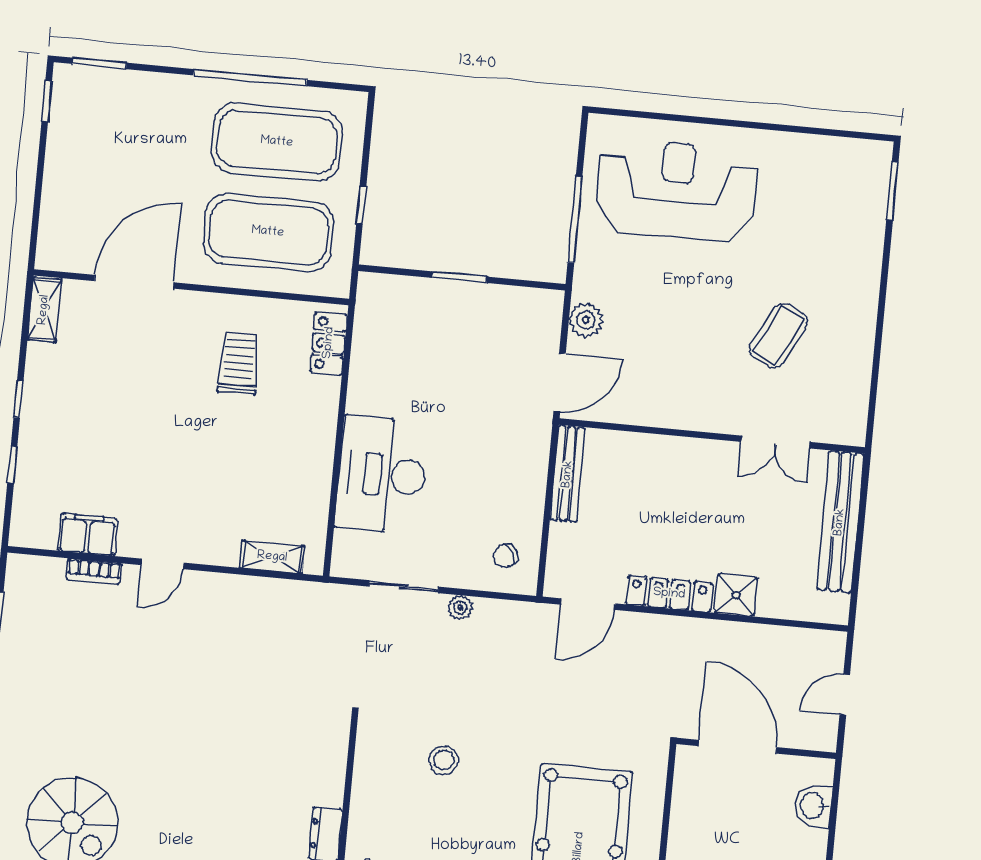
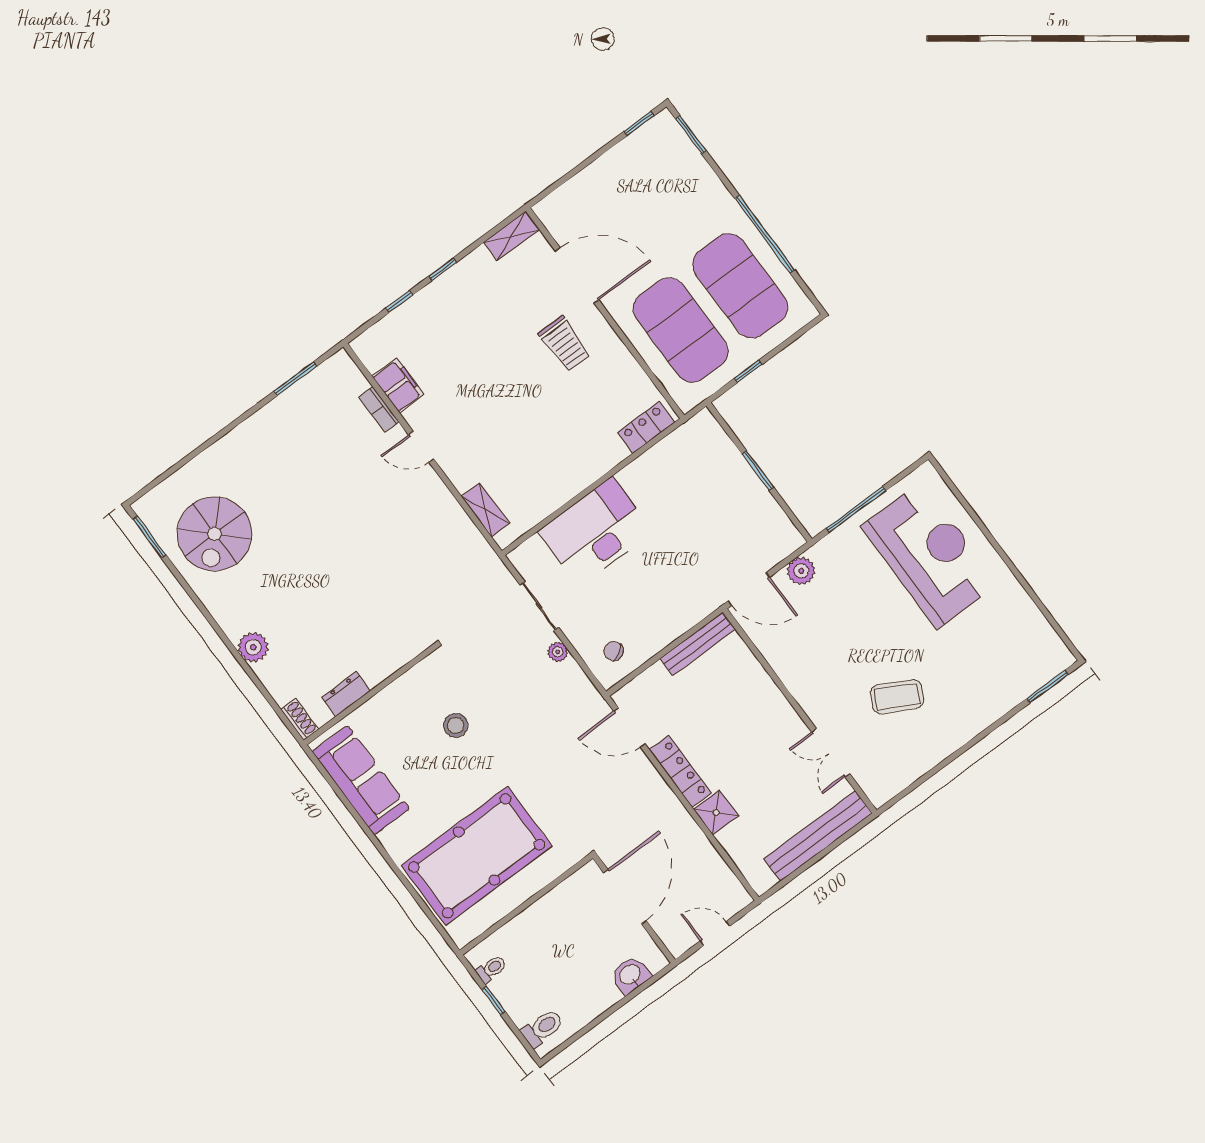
trolley: (239, 363) -> (564, 344), moved, turned 90

